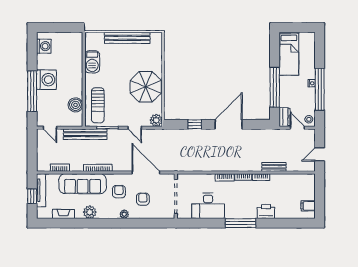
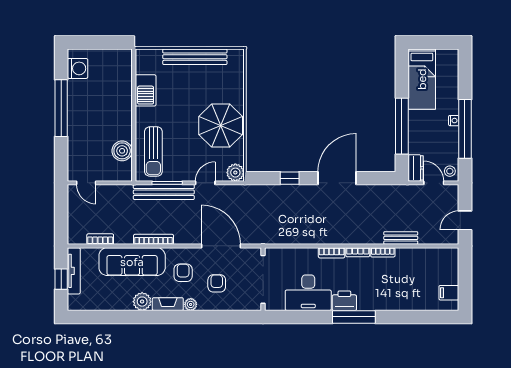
washing machine: (46, 80) -> (81, 115), removed
window: (32, 91) -> (61, 108), moved
door: (135, 128) -> (205, 183), swing flipped
bench: (85, 134) -> (164, 192), moved
printer: (266, 212) -> (344, 301), moved
fireplace: (63, 214) -> (168, 304), moved

